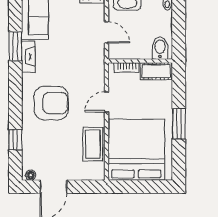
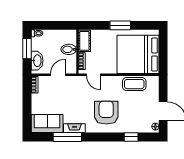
window: (15, 46) -> (67, 137), width x1.44
bidet: (160, 48) -> (69, 49), moved
door: (107, 102) -> (93, 75), moved

